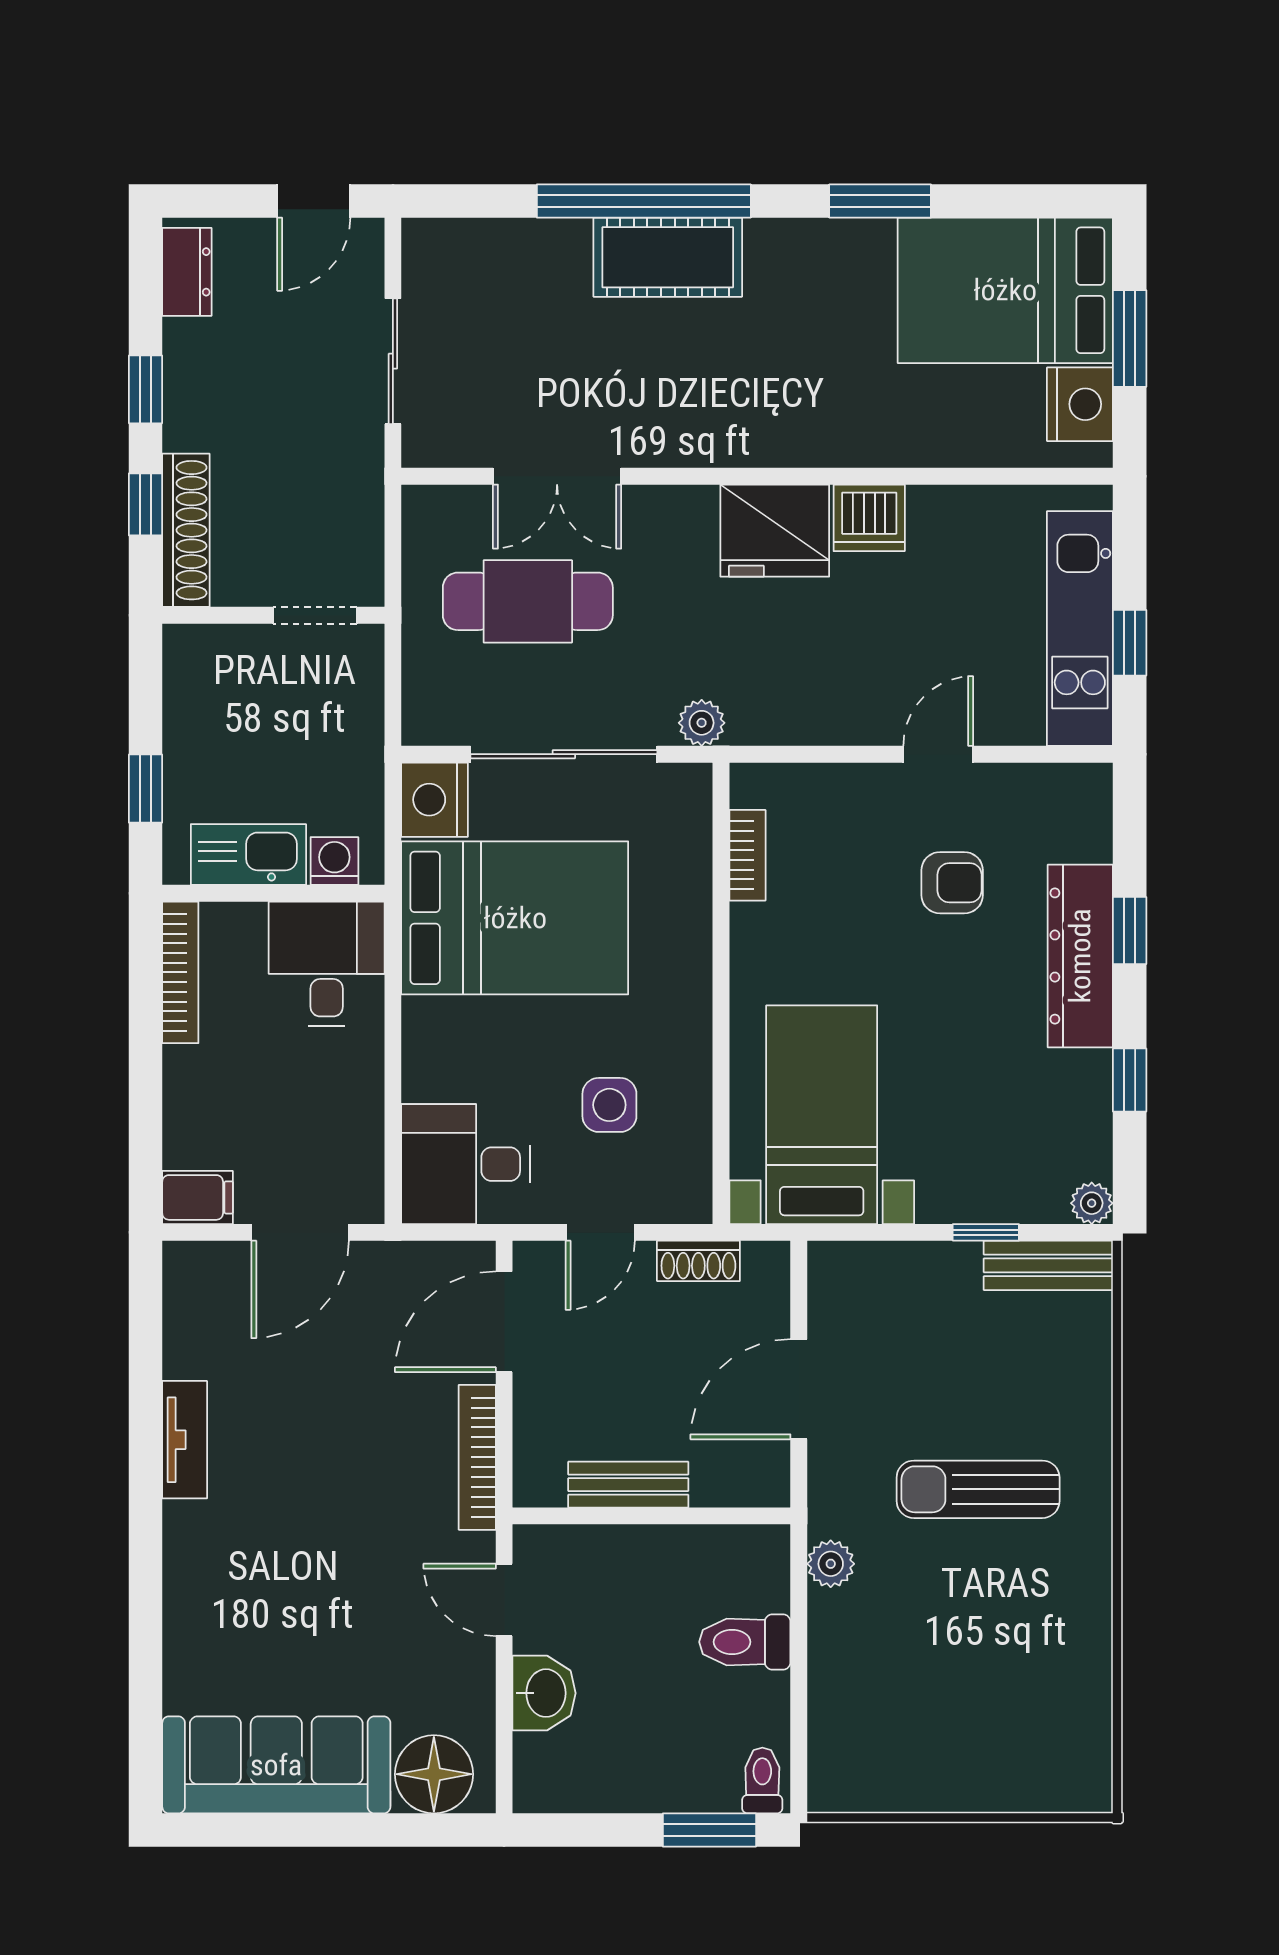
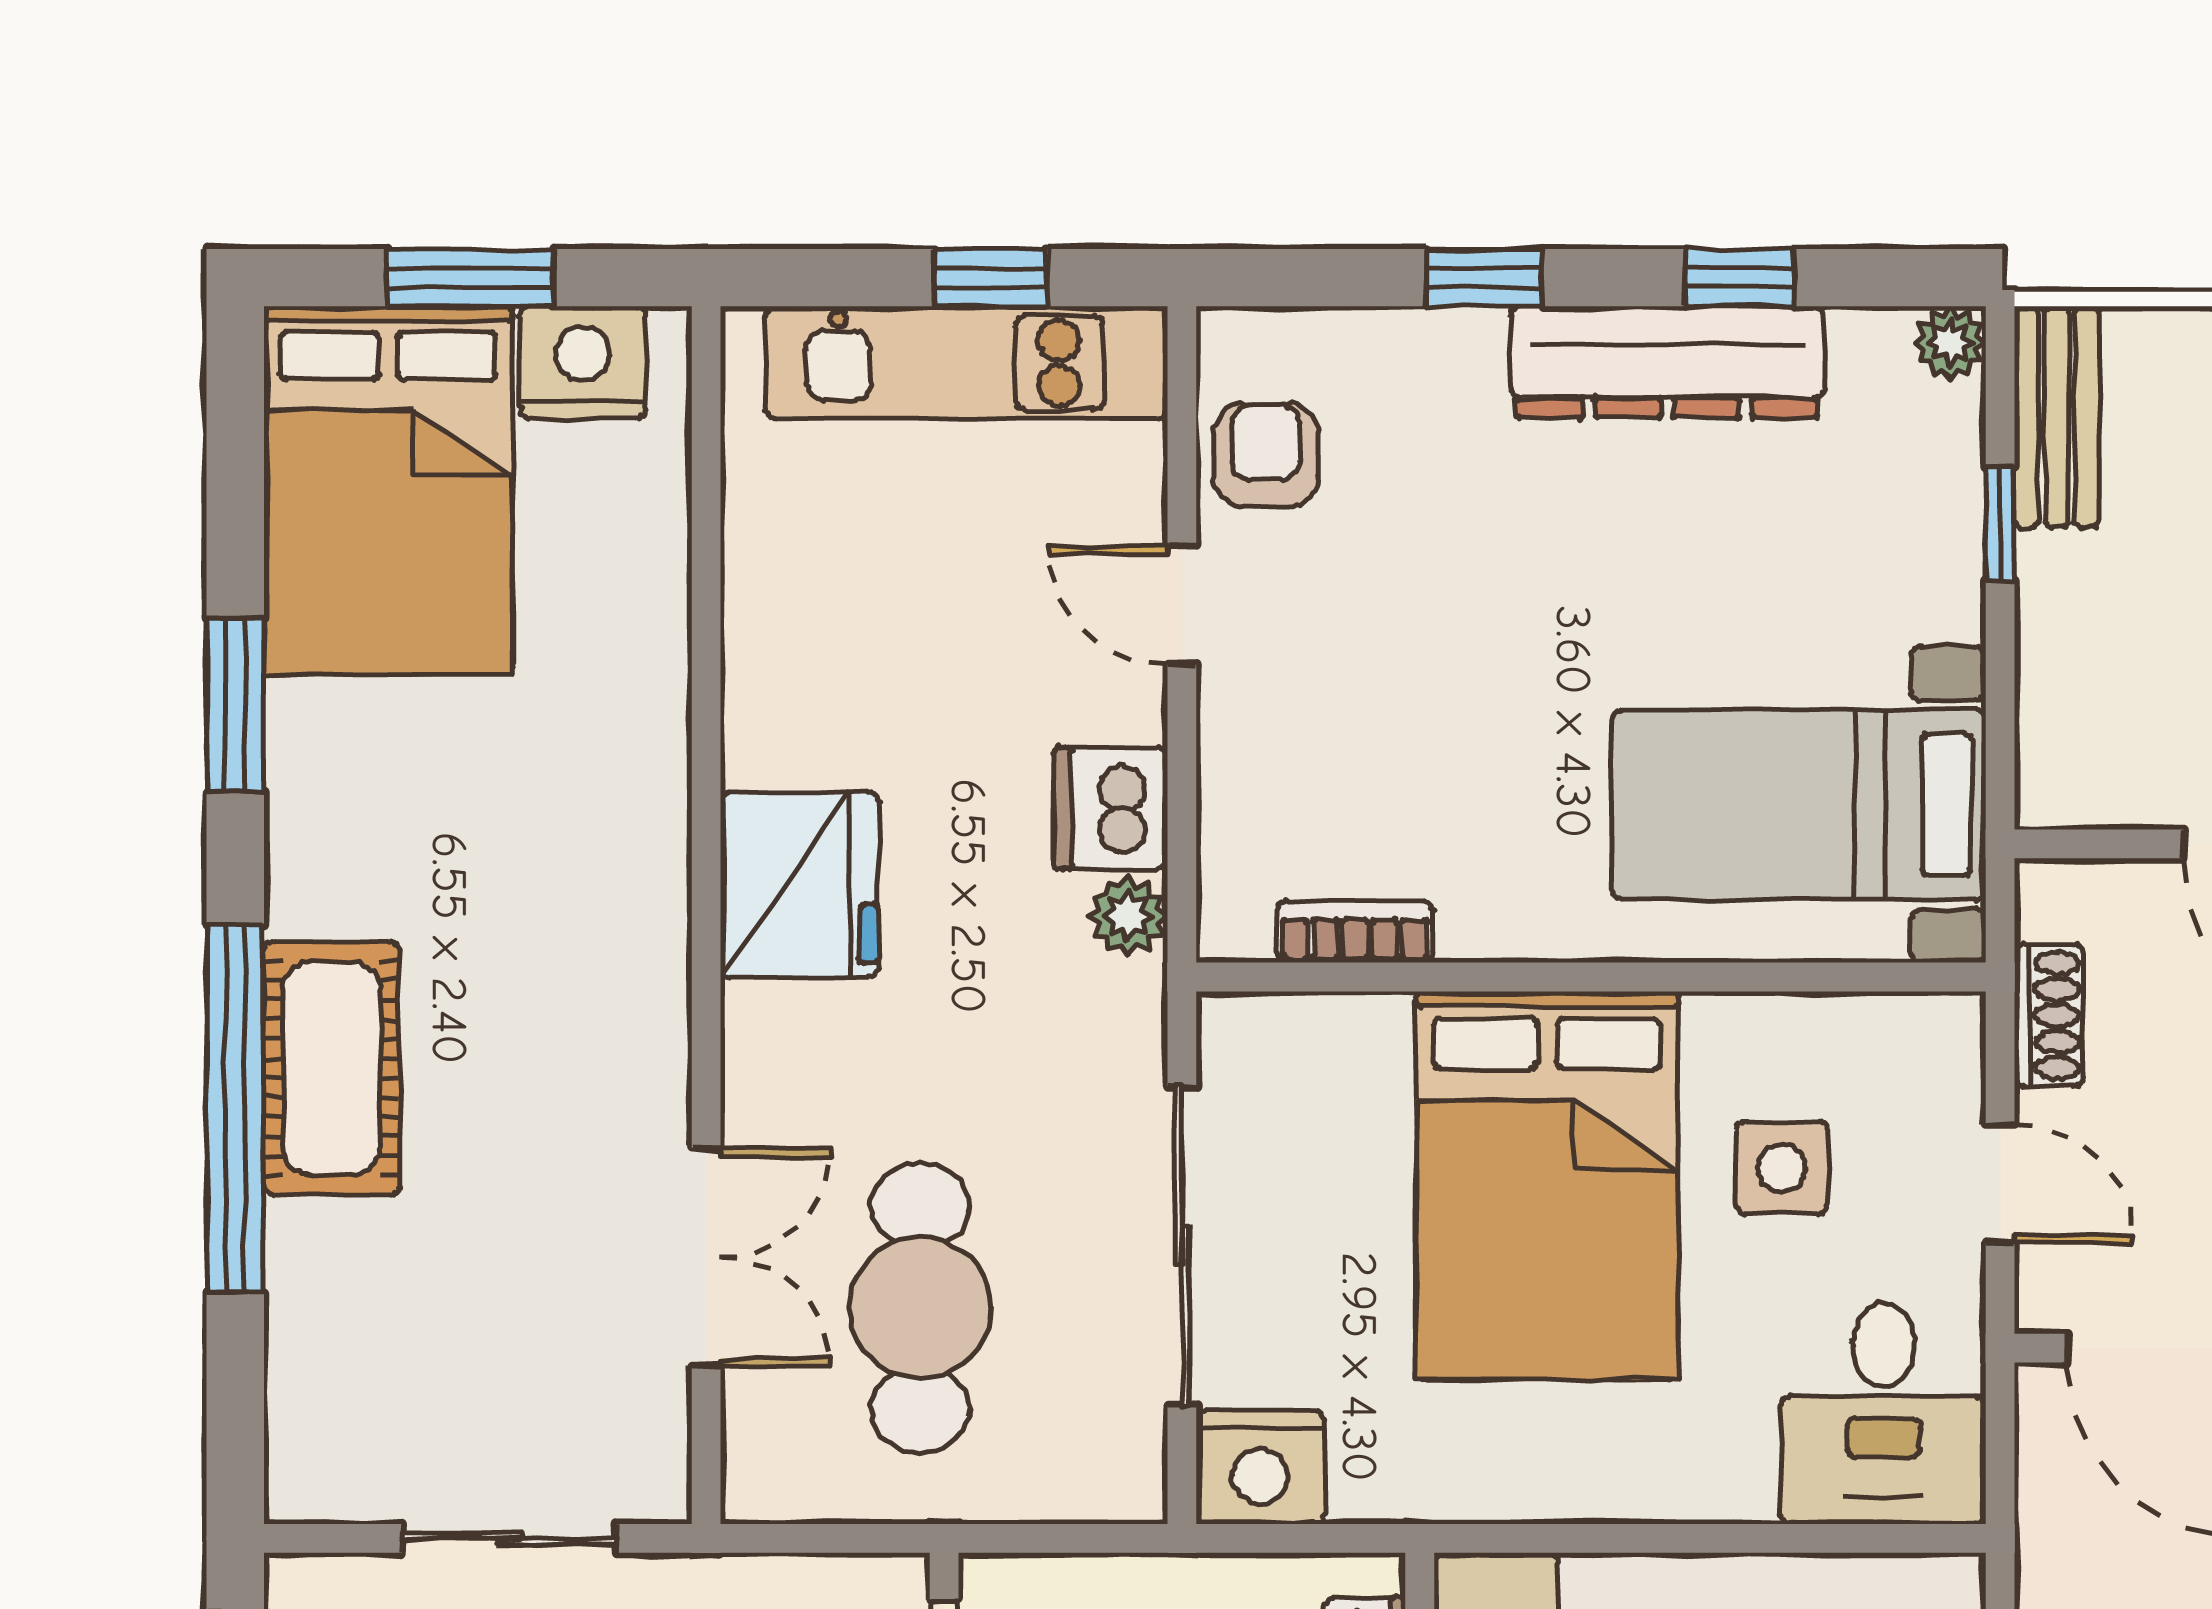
dishwasher: (869, 518) -> (1111, 808), moved, turned 180
plant: (702, 723) -> (1128, 916), moved
armchair: (952, 883) -> (1266, 455), moved
bed: (515, 918) -> (1547, 1185), moved, turned 180
dresser: (1080, 956) -> (1667, 362), moved

